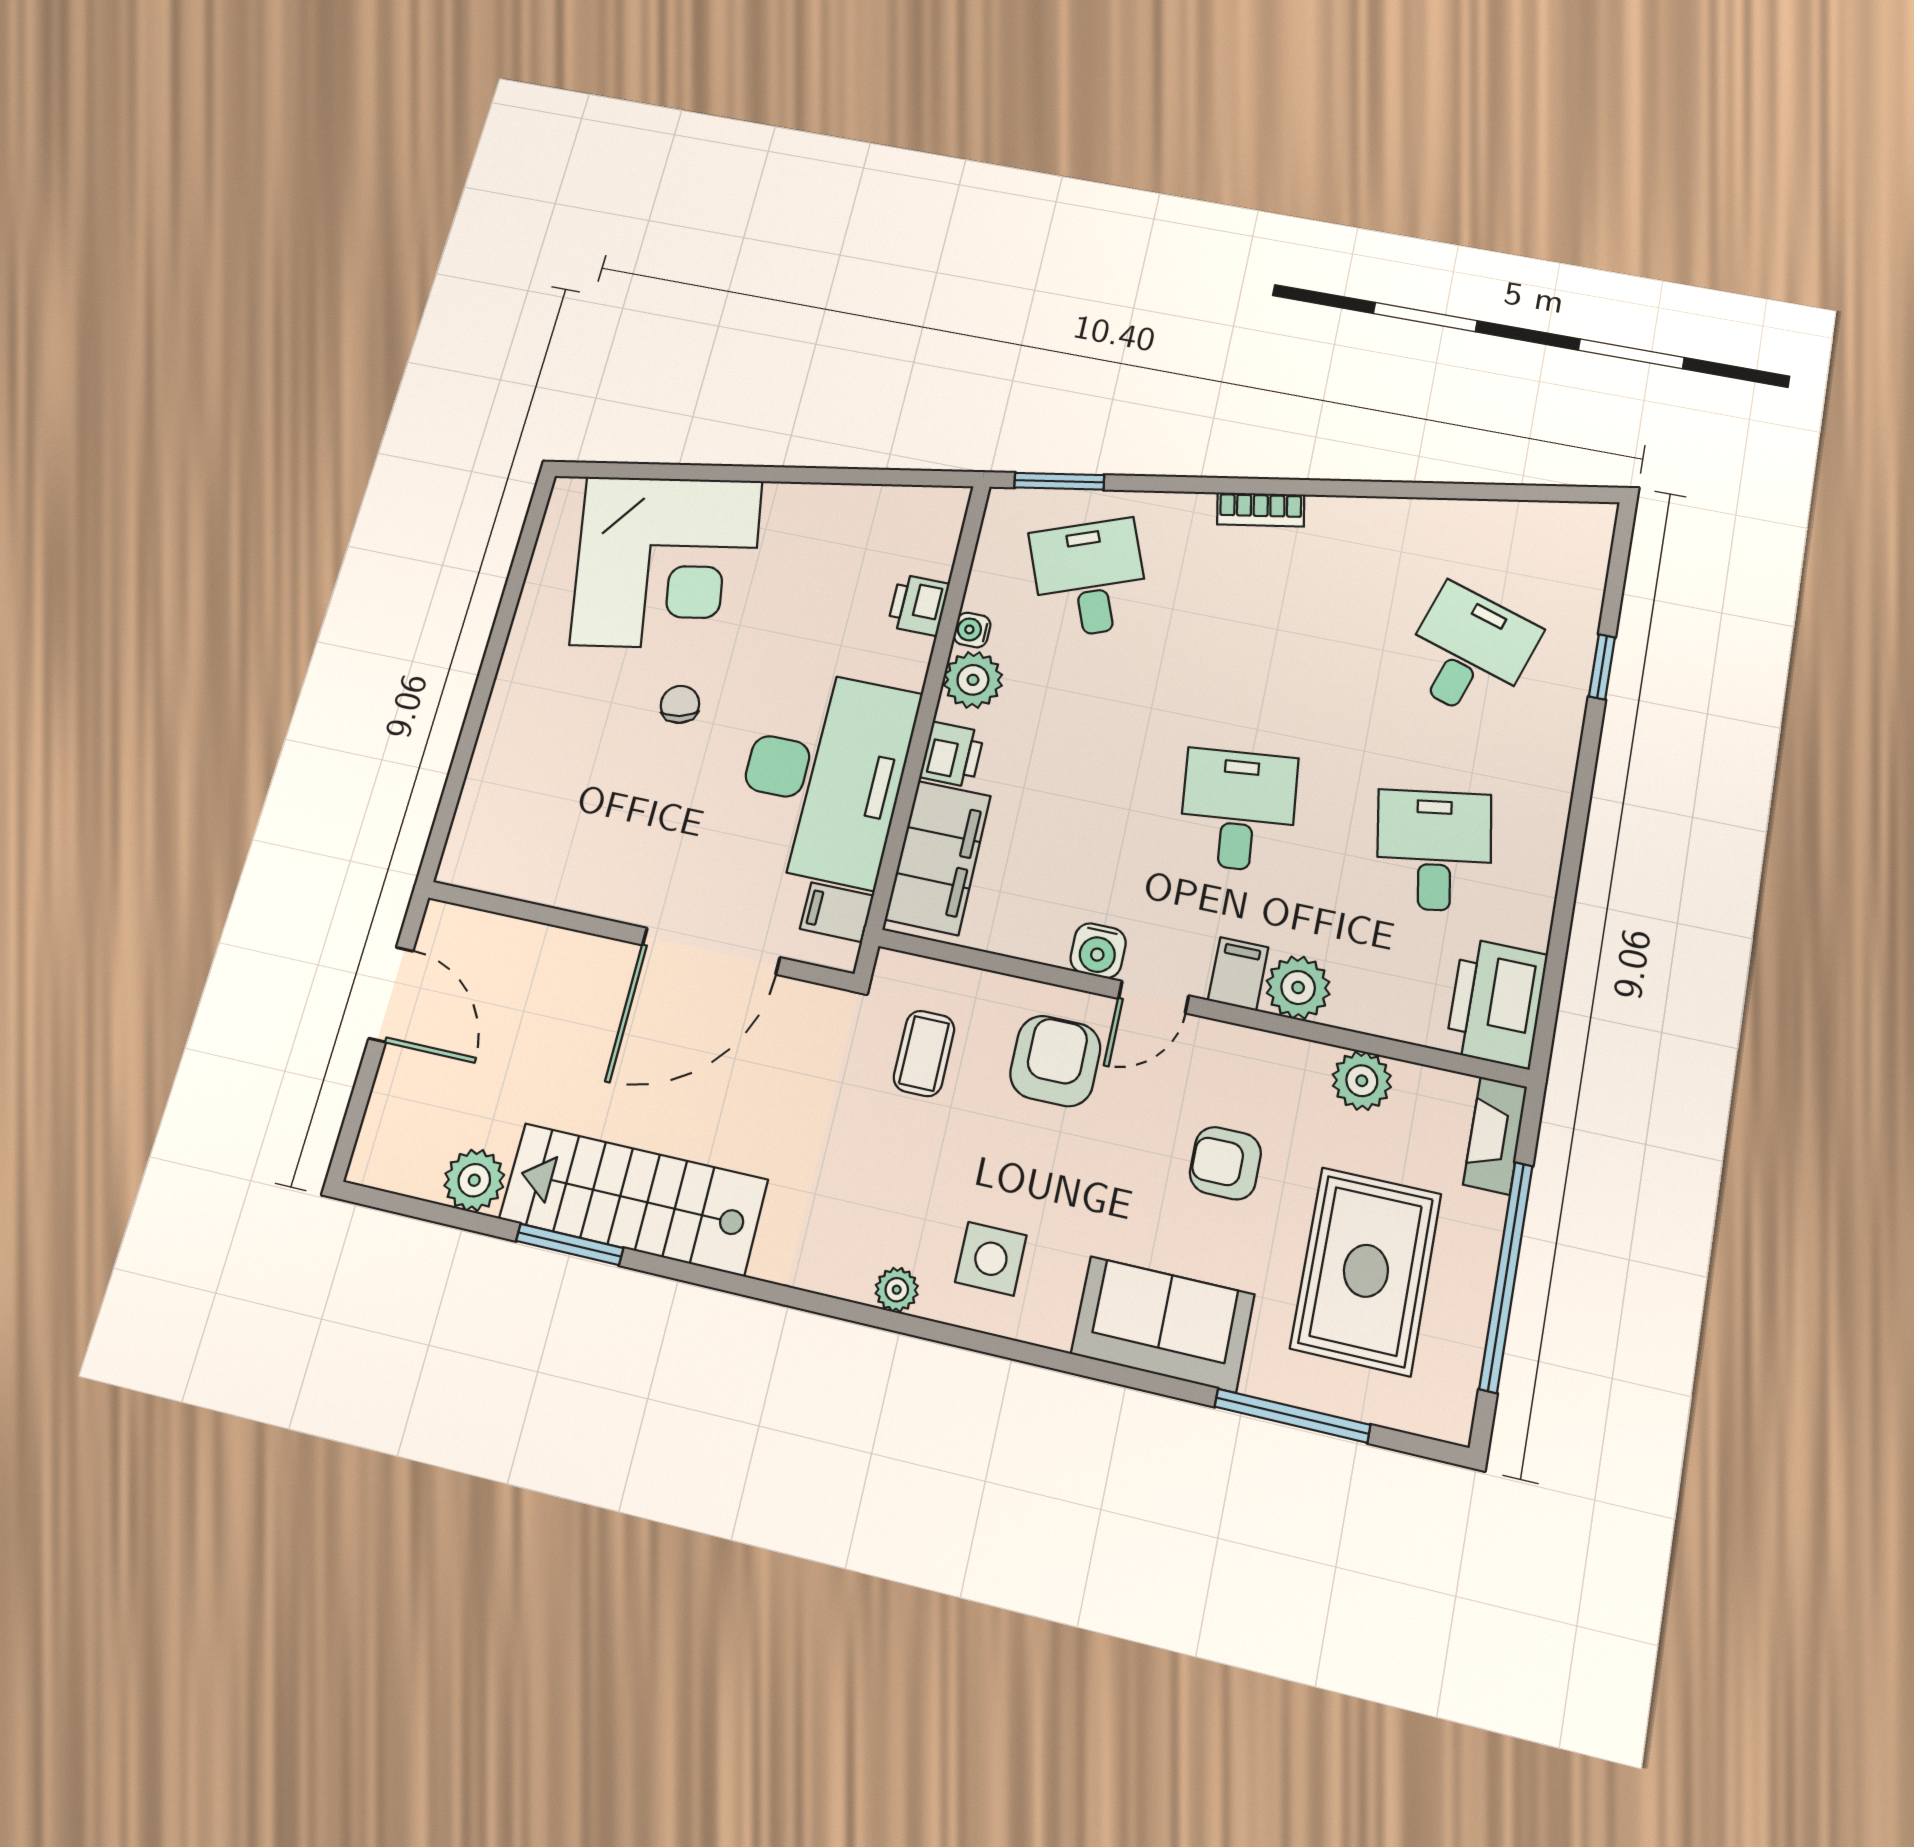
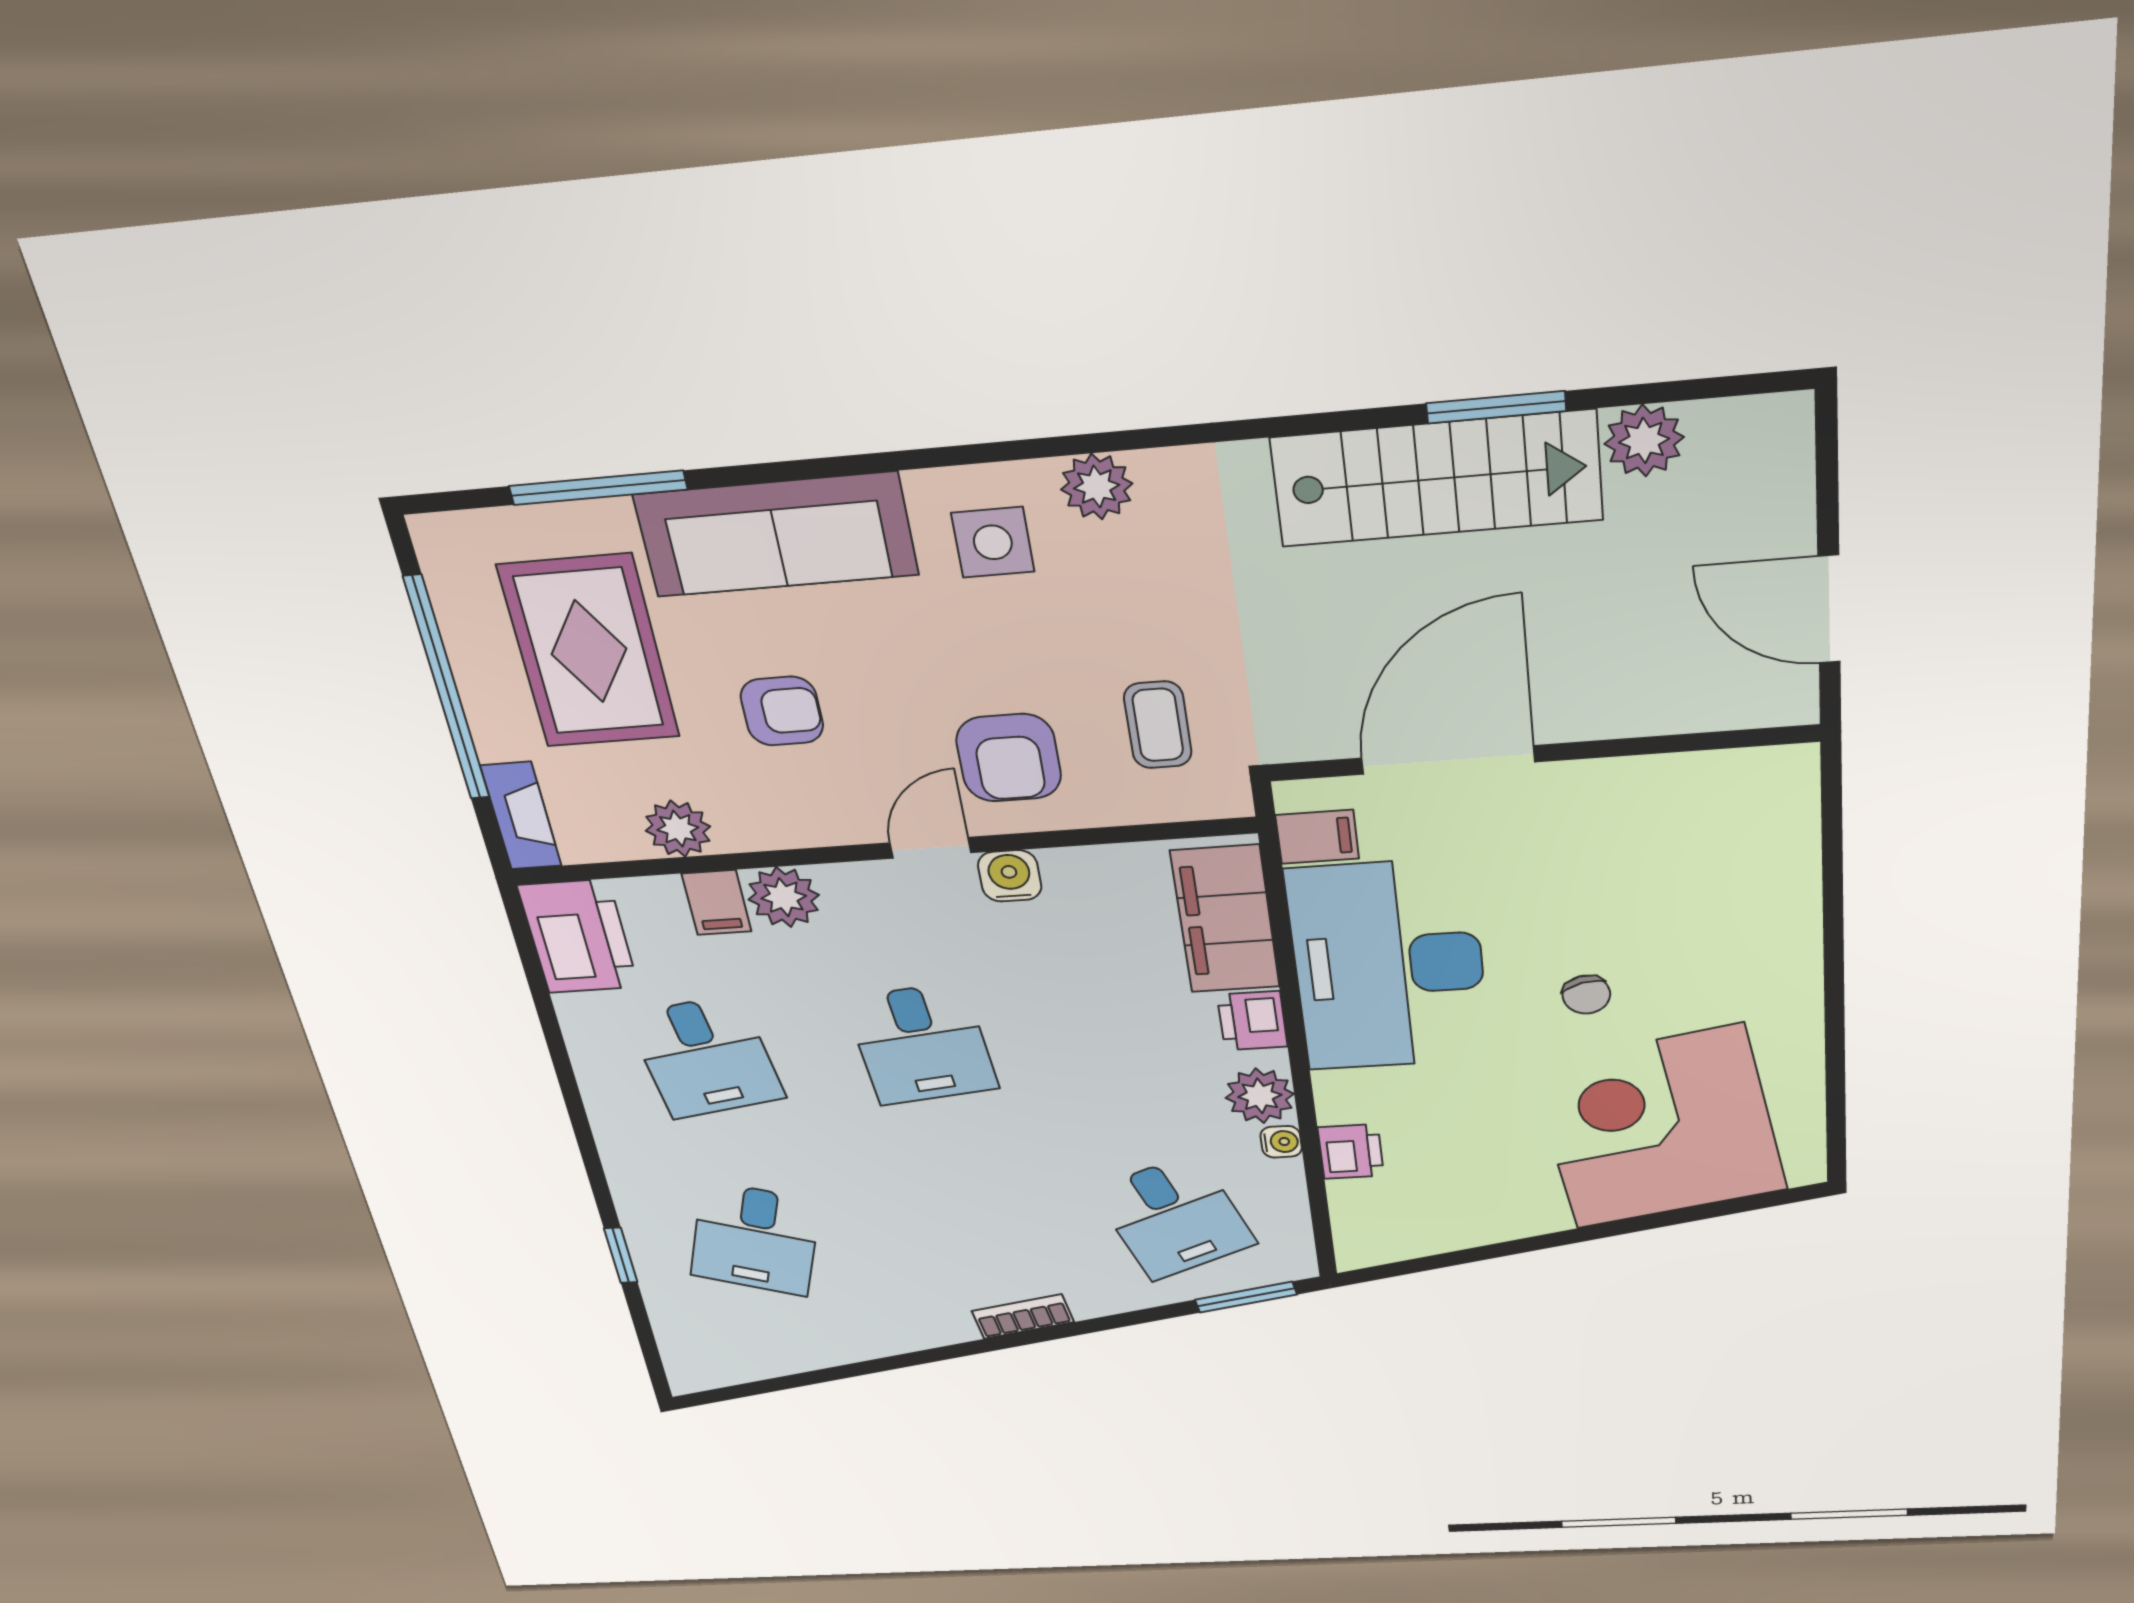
filing cabinet: (1238, 974) -> (717, 903), moved
plant: (897, 1290) -> (1097, 487), width x1.38, depth x1.38
sofa: (1163, 1324) -> (776, 535), width x1.36

